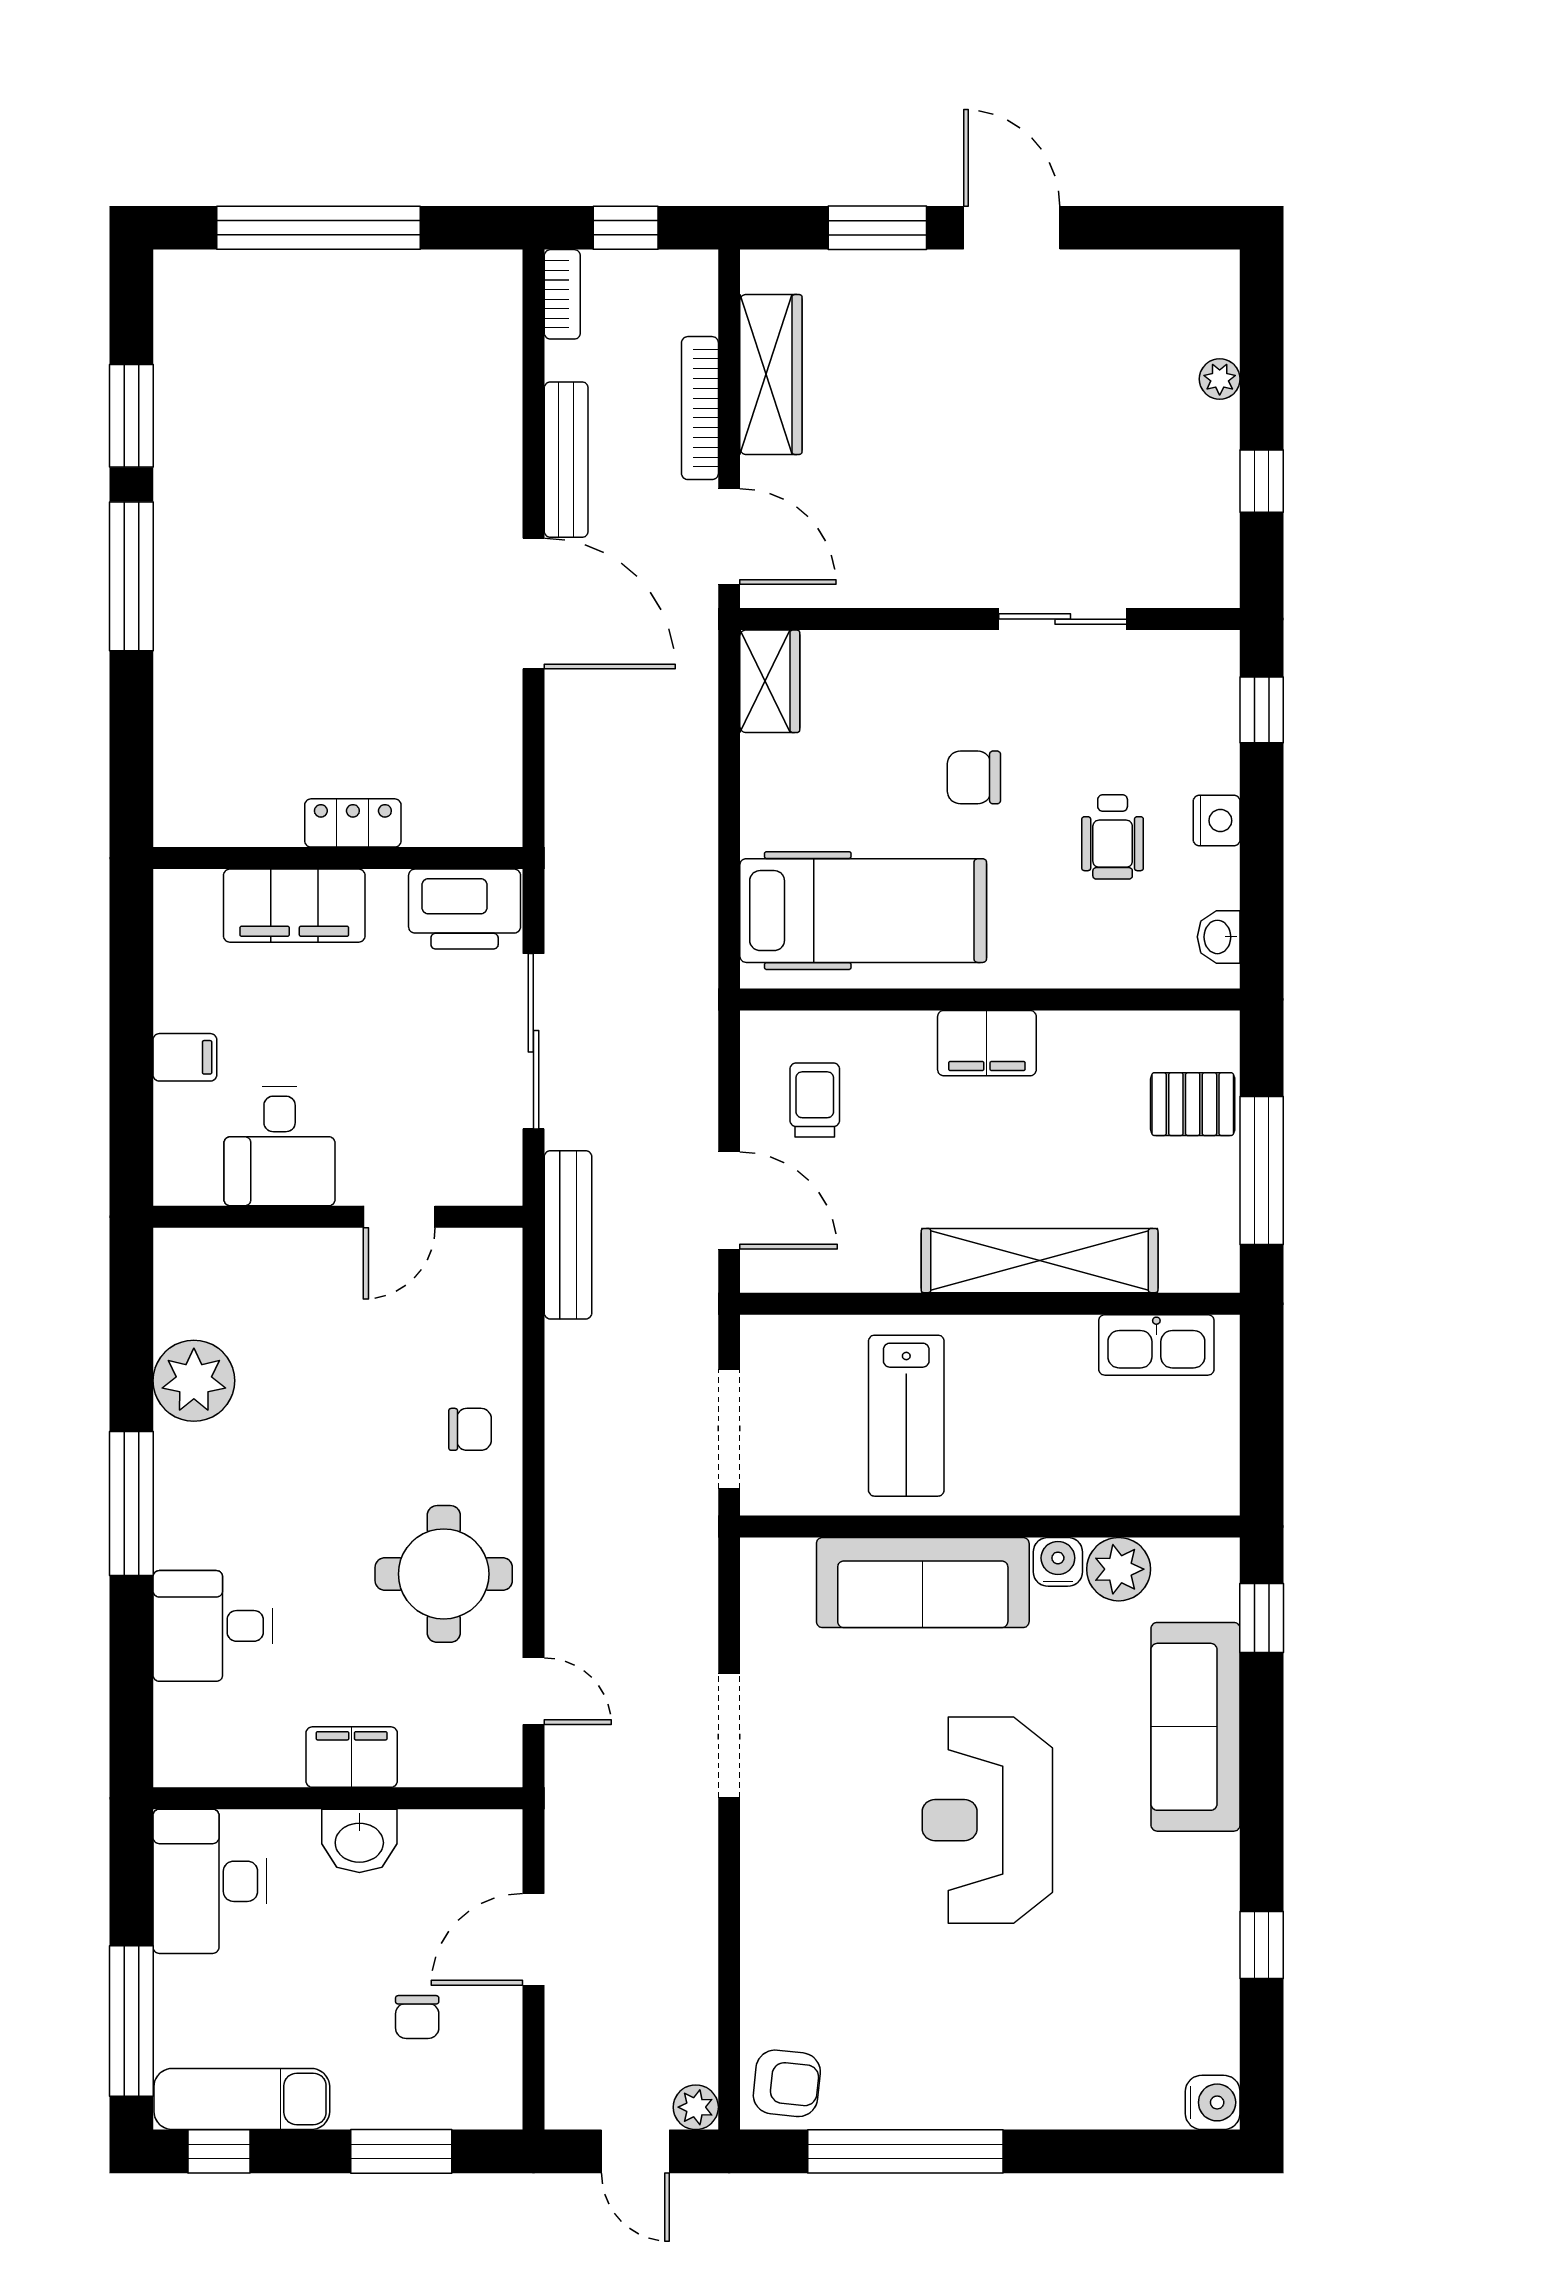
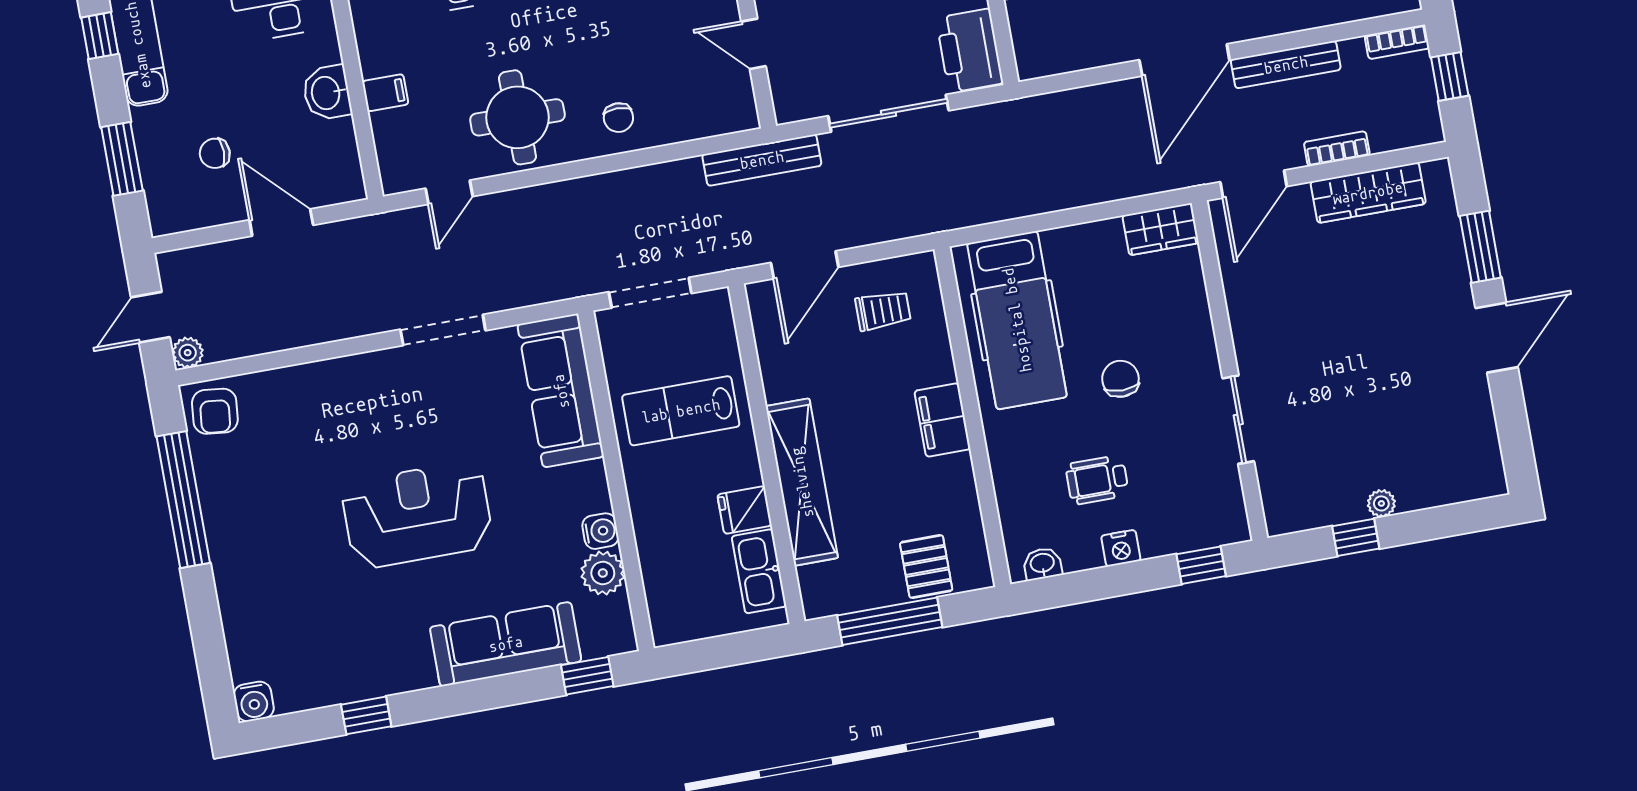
plant: (1220, 379) -> (1381, 503), moved
bookcase: (700, 408) -> (1337, 149), width x0.64
fridge: (1065, 1350) -> (745, 510), added
sofa: (923, 1583) -> (561, 391), moved
filing cabinet: (352, 1757) -> (385, 93), width x0.50

